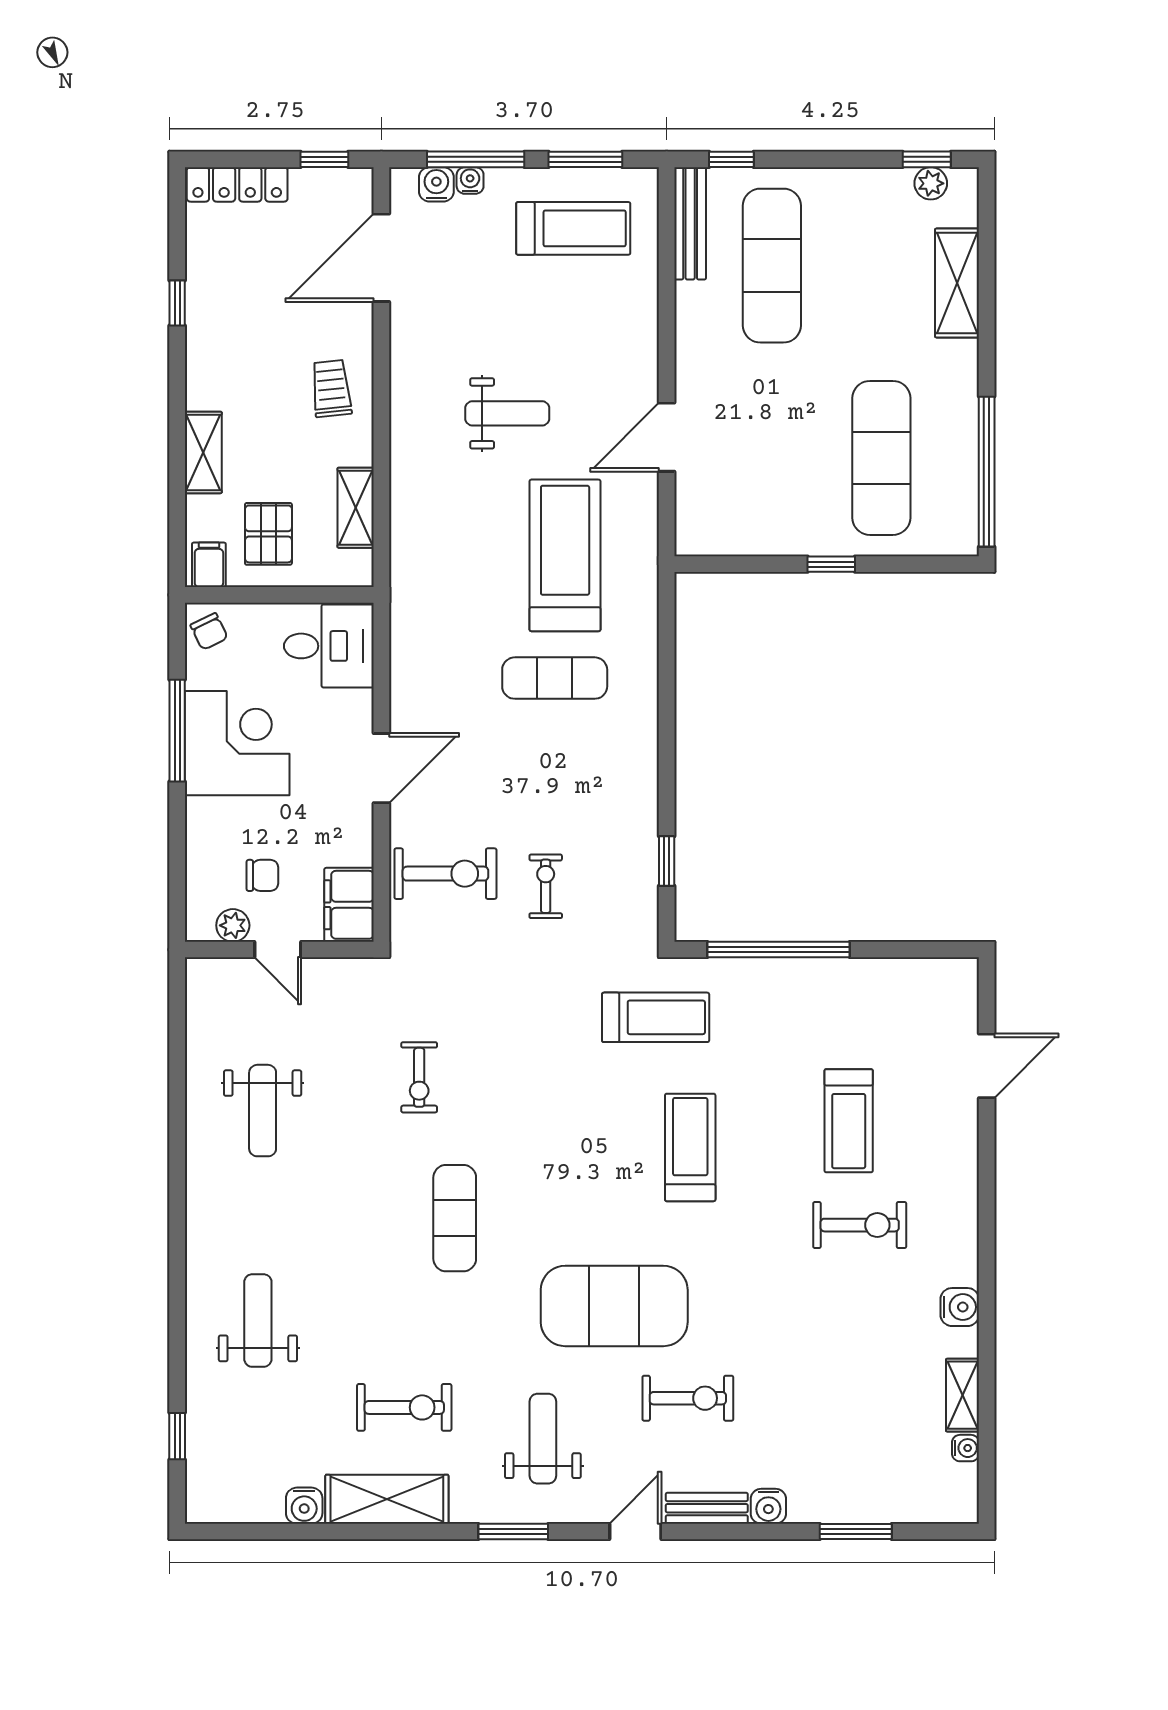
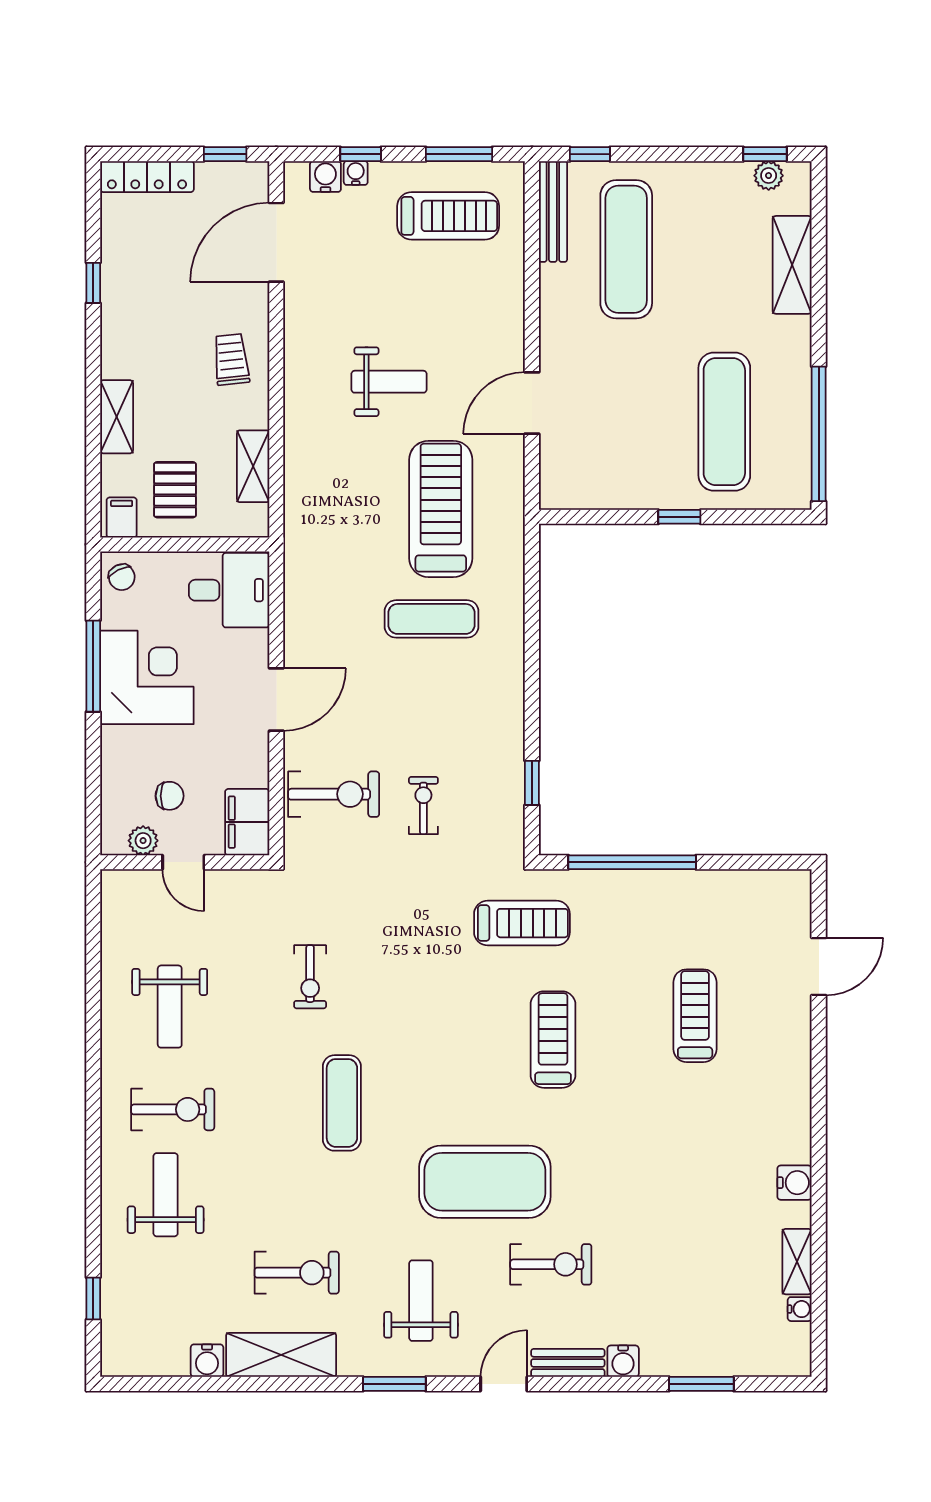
window: (476, 159) -> (361, 154), width x0.46
treadmill: (849, 1121) -> (695, 1016), turned 180
exercise bike: (860, 1225) -> (173, 1109), moved

